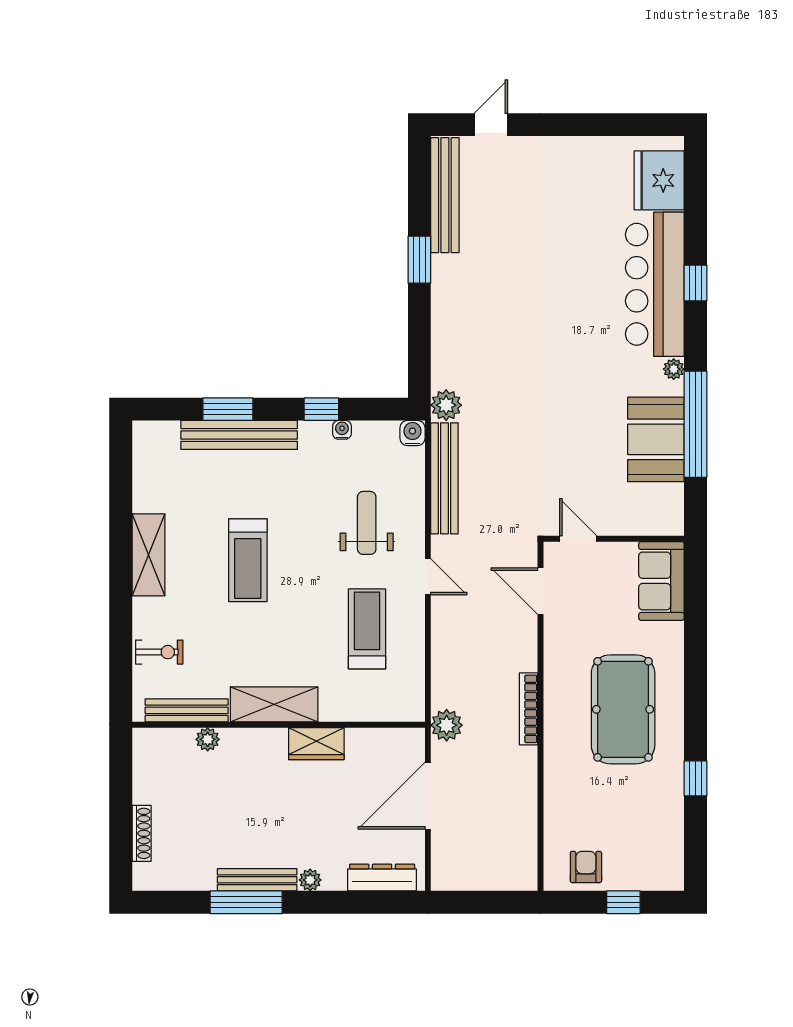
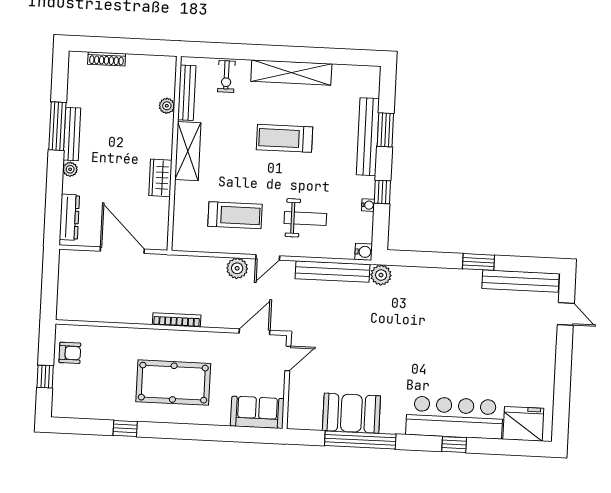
plant: (674, 369) -> (398, 427), removed
shelving: (148, 555) -> (291, 72), width x1.47
plant: (447, 725) -> (237, 268), moved

